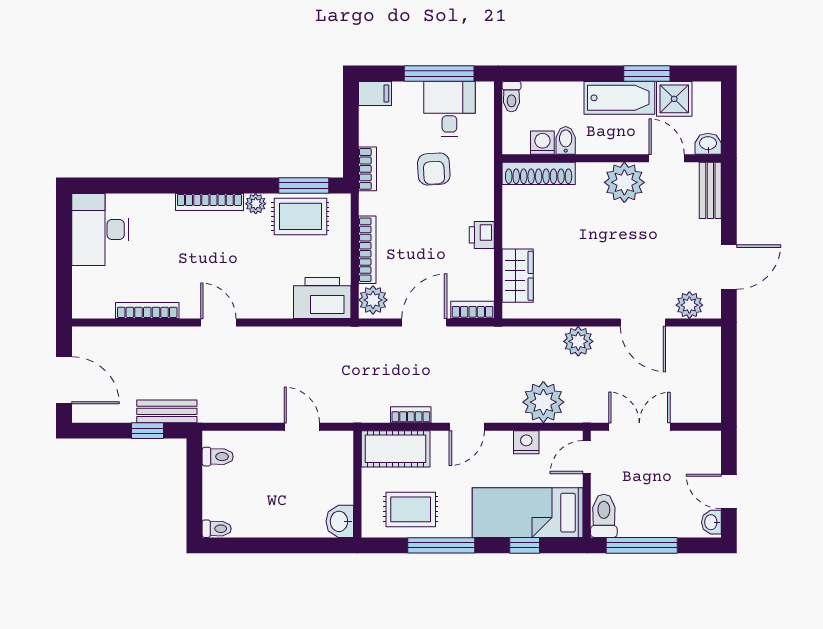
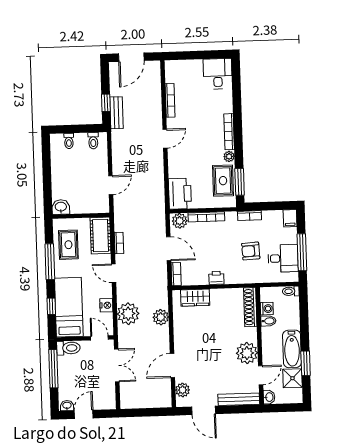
bench: (710, 190) -> (239, 399), width x1.36
desk: (100, 230) -> (218, 74), width x0.73
plant: (578, 341) -> (161, 317), moved
toilet: (217, 529) -> (69, 141), moved

